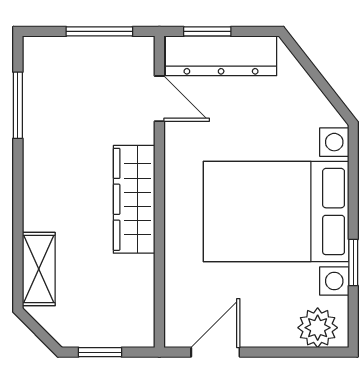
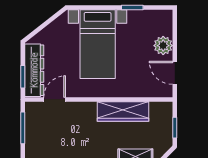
wardrobe: (134, 199) -> (123, 111), moved
bed with nightstands: (276, 212) -> (98, 44), width x0.73
plant: (318, 328) -> (163, 46), moved

